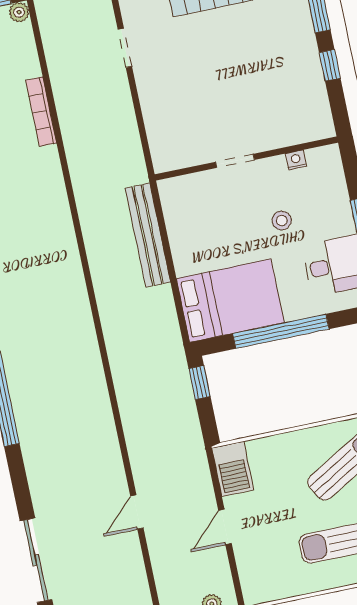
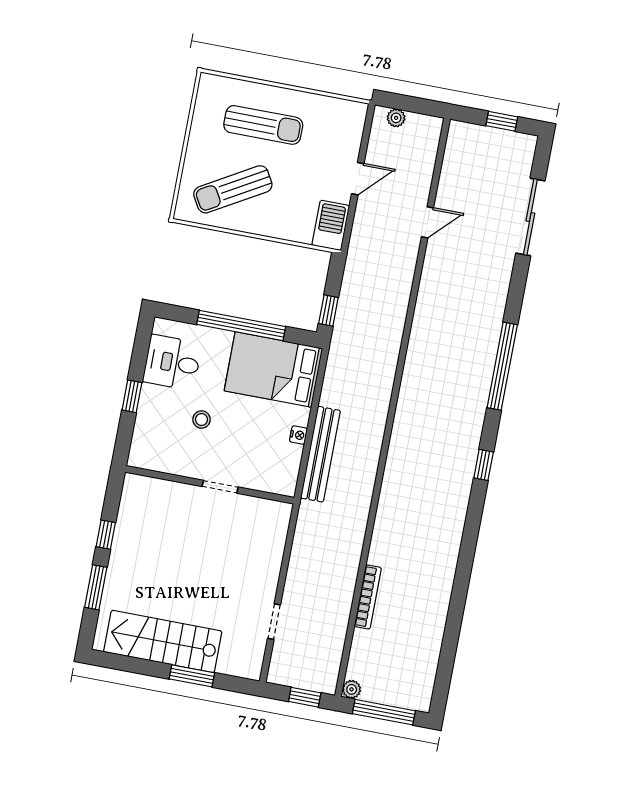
nightstand: (296, 160) -> (298, 435), moved, turned -90

